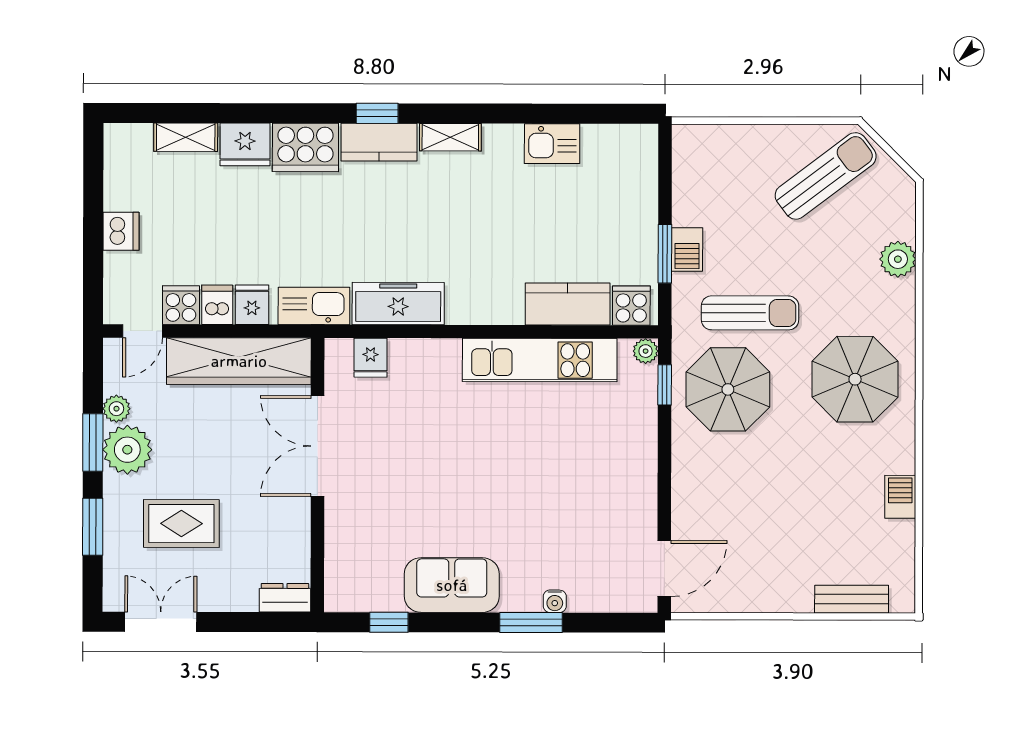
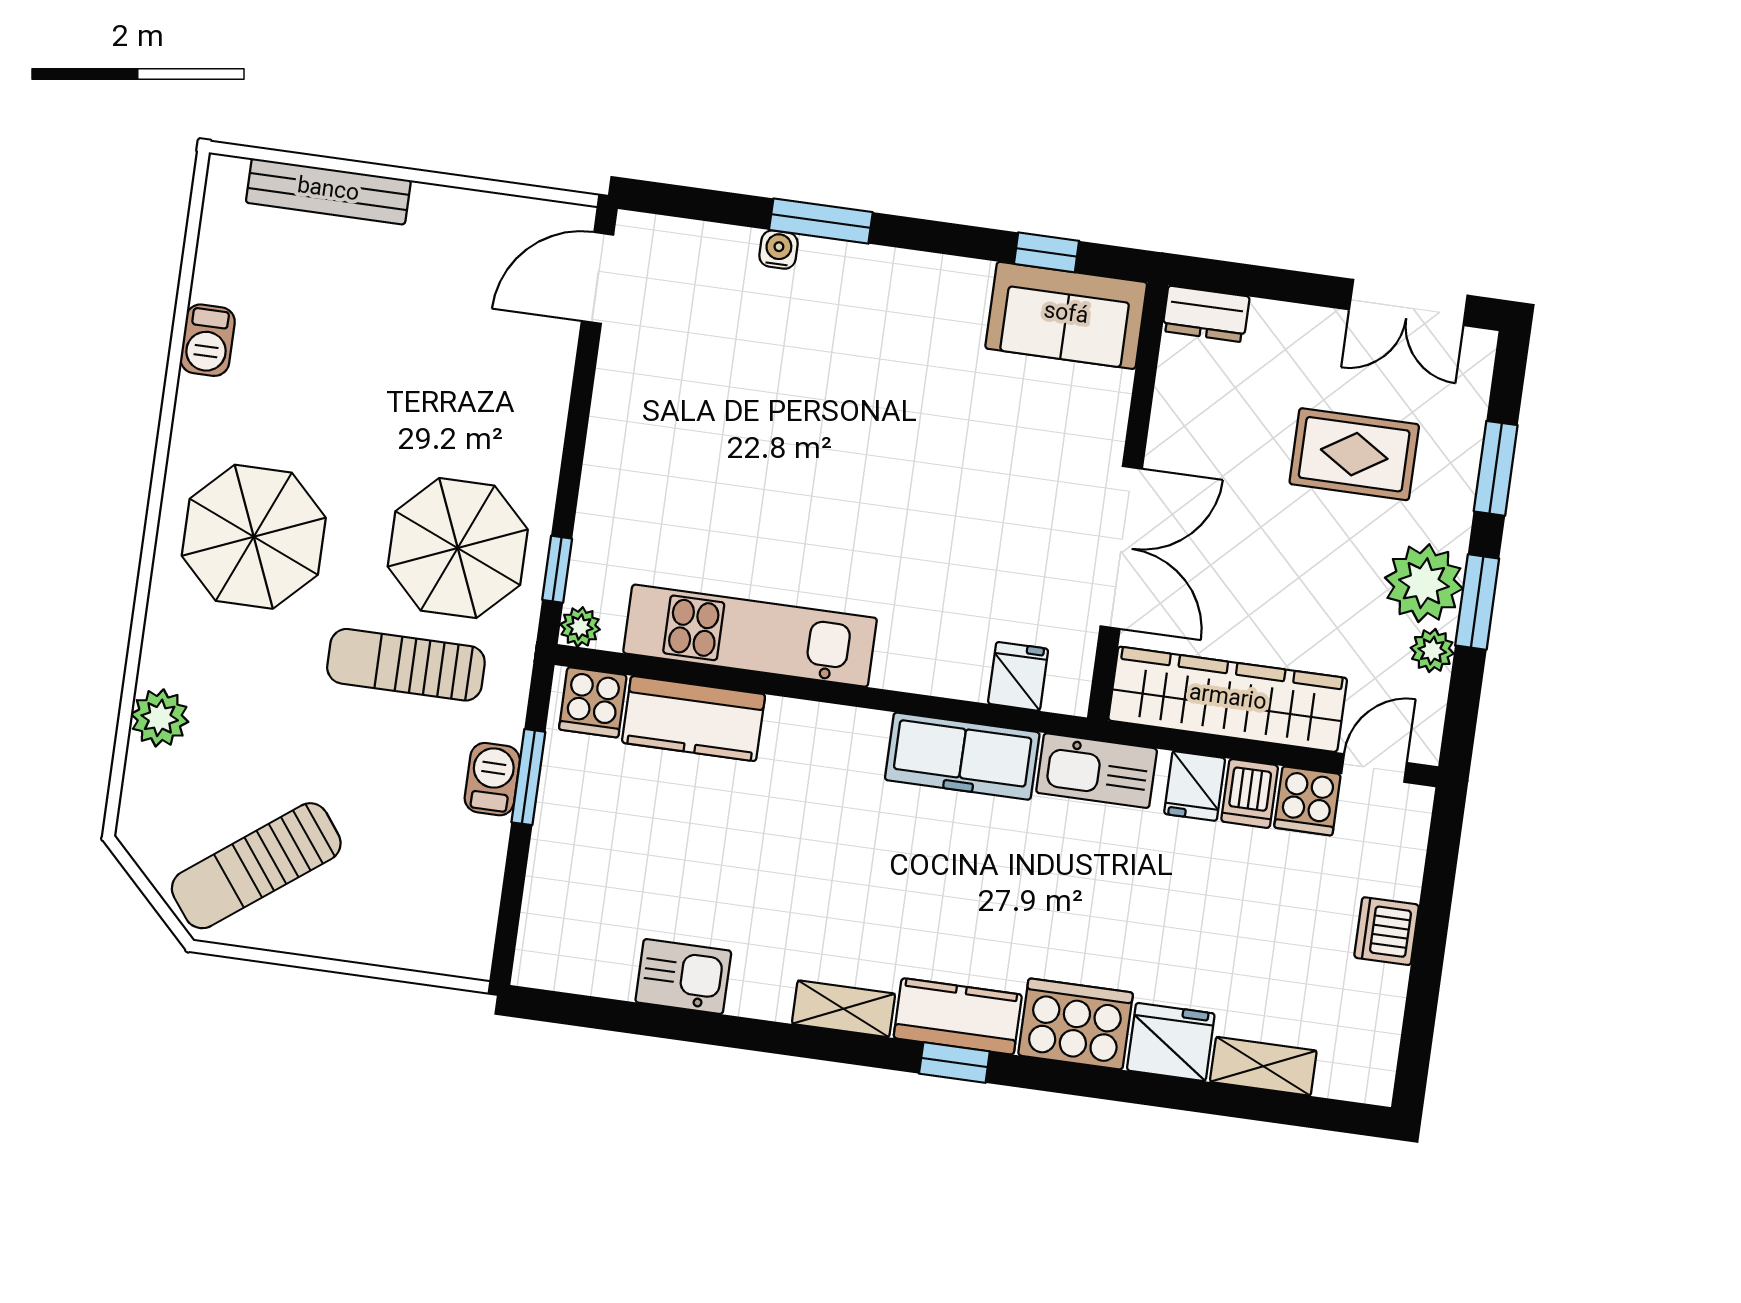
sofa: (452, 585) -> (1066, 315), moved
bench: (852, 599) -> (328, 191), width x1.36

